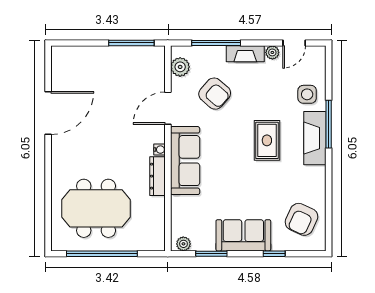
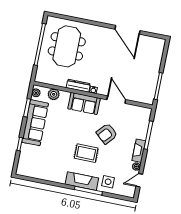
door: (294, 43) -> (139, 180), hinge flipped
plant: (180, 67) -> (54, 94), moved
armchair: (215, 94) -> (107, 134), moved
sofa: (185, 161) -> (84, 103), width x0.73
armchair: (302, 219) -> (36, 164), removed
sofa: (243, 235) -> (35, 123), width x1.36

